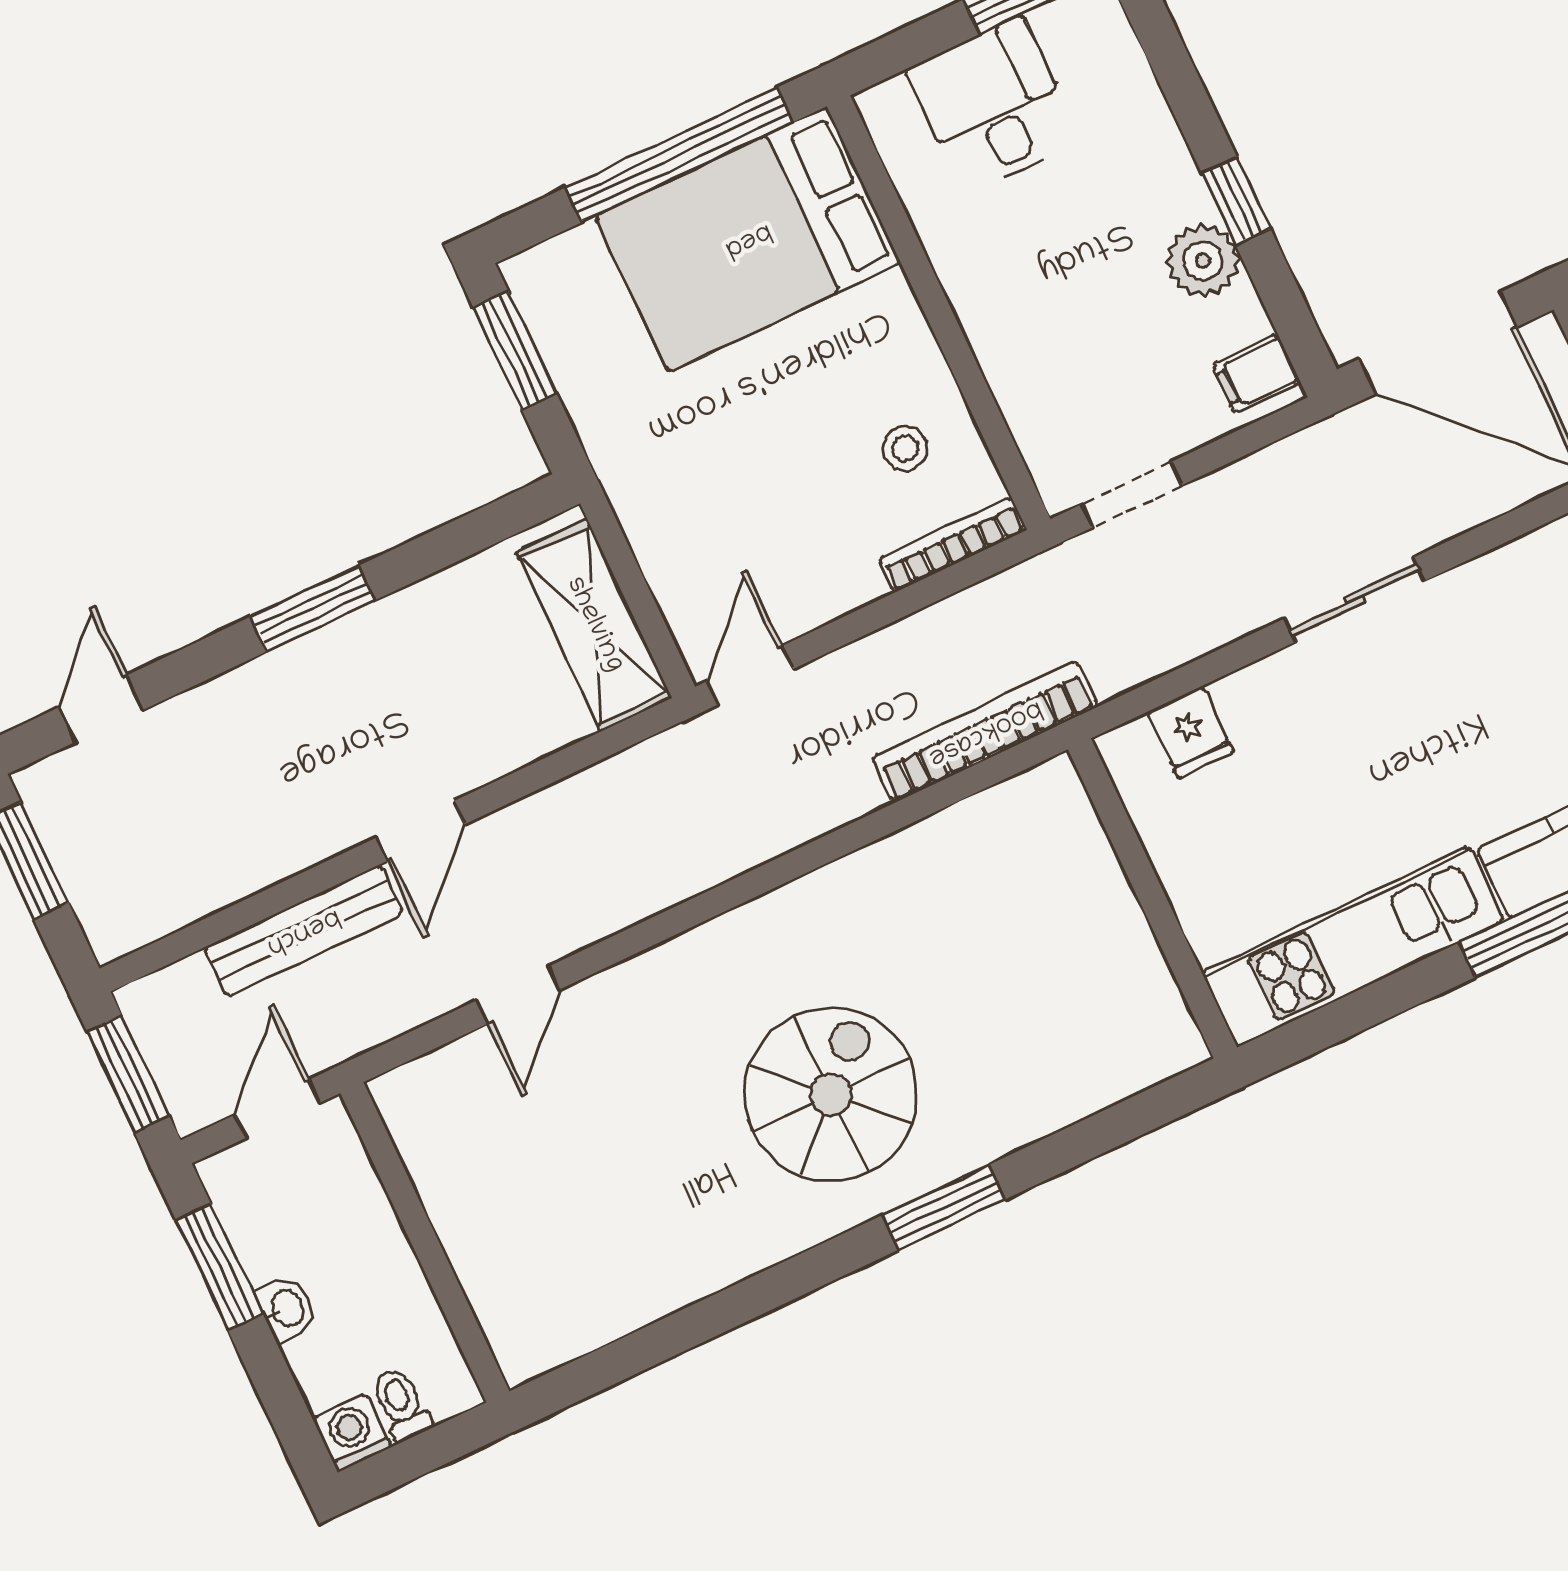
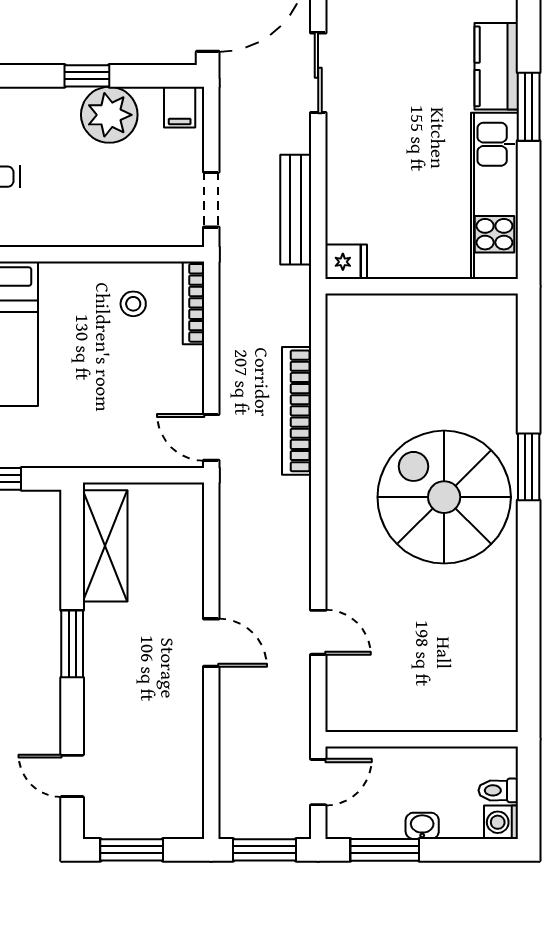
plant: (1203, 261) -> (109, 115), width x1.36, depth x1.36
sliding door: (1354, 600) -> (318, 73), moved
shelving: (594, 625) -> (105, 546), moved, turned 90
bookcase: (985, 732) -> (297, 411), moved
fridge: (1190, 732) -> (346, 262), moved
bench: (303, 931) -> (296, 210), moved
spiral stairs: (831, 1094) -> (444, 497), width x1.37, depth x1.37
door: (278, 1109) -> (318, 782), swing flipped

